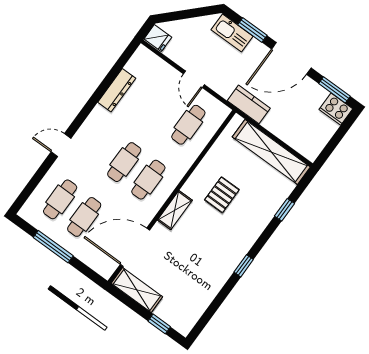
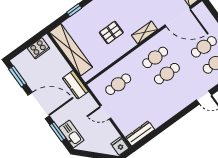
door: (194, 79) -> (105, 112), swing flipped
dresser: (117, 90) -> (140, 133), moved
cooker: (336, 109) -> (39, 48), moved, turned 90

